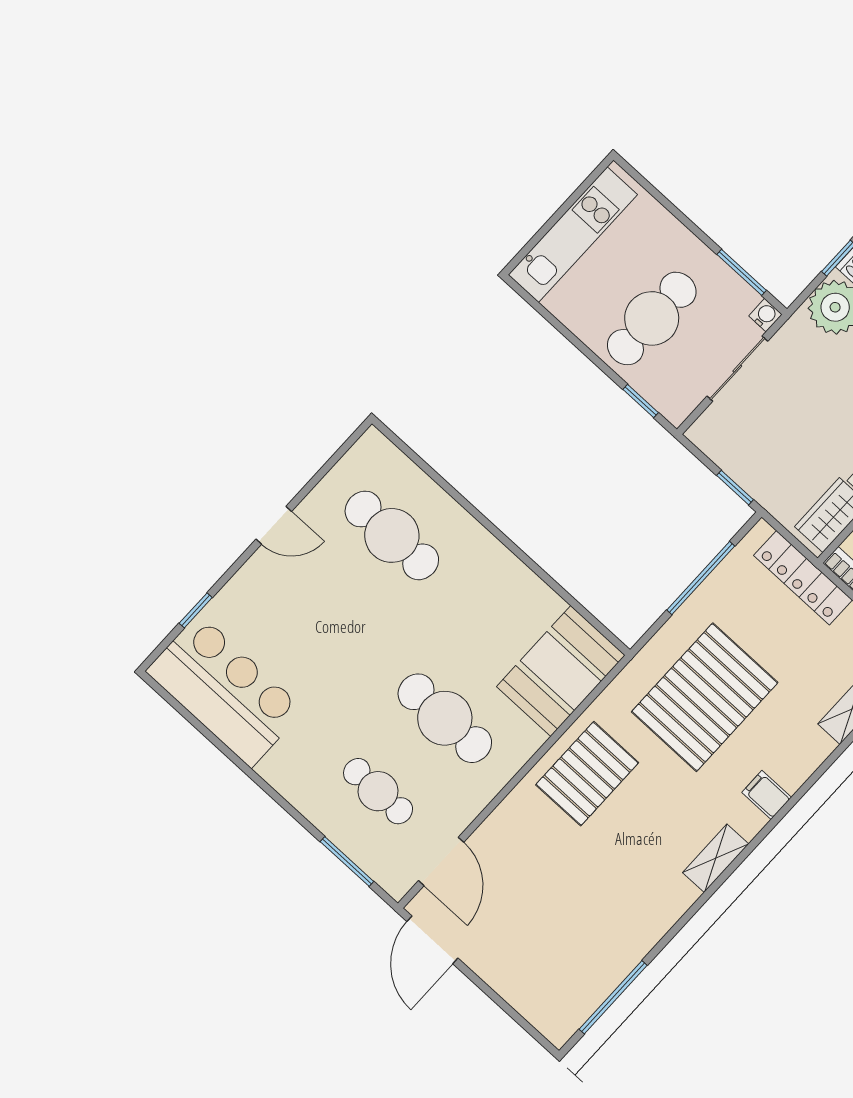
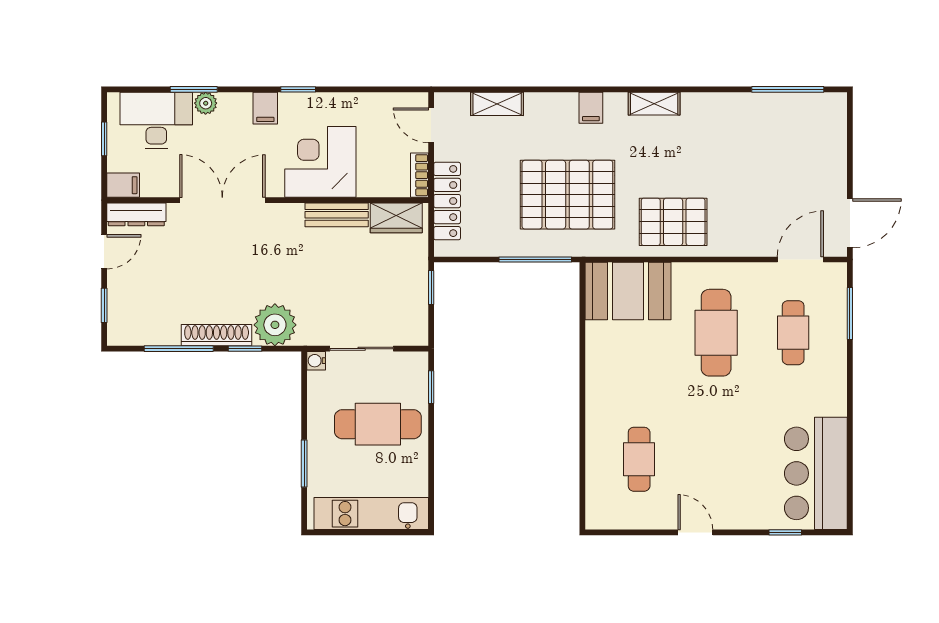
window: (742, 272) -> (304, 464), moved
cafe table: (392, 535) -> (639, 459), width x0.73, depth x0.74
window: (701, 578) -> (535, 260), moved

